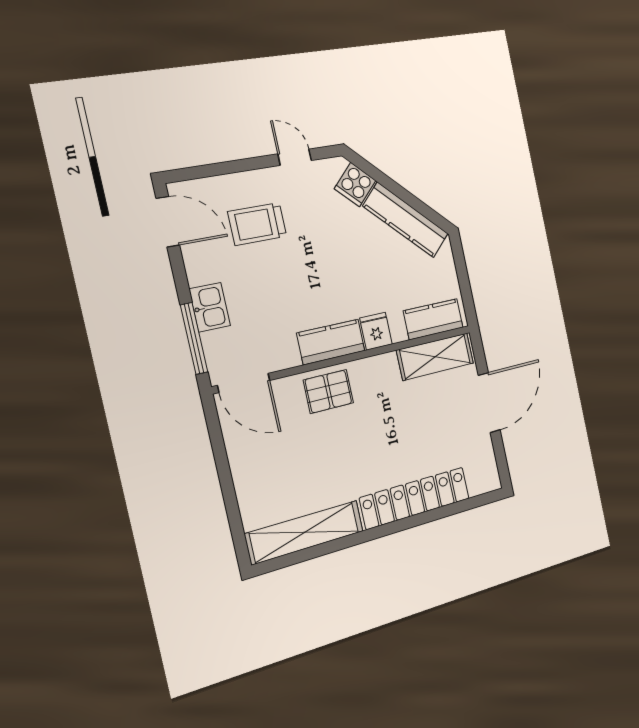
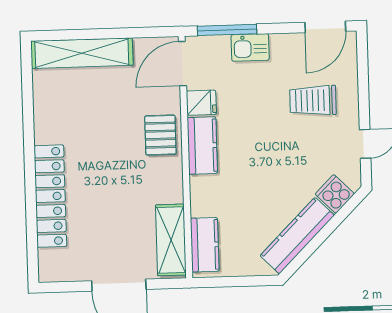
trolley: (257, 224) -> (313, 100), turned -90
fridge: (376, 331) -> (201, 103), moved
shelving: (305, 532) -> (82, 53), moved, turned 90

